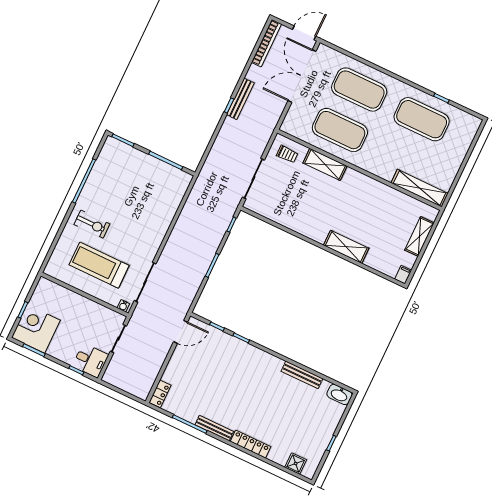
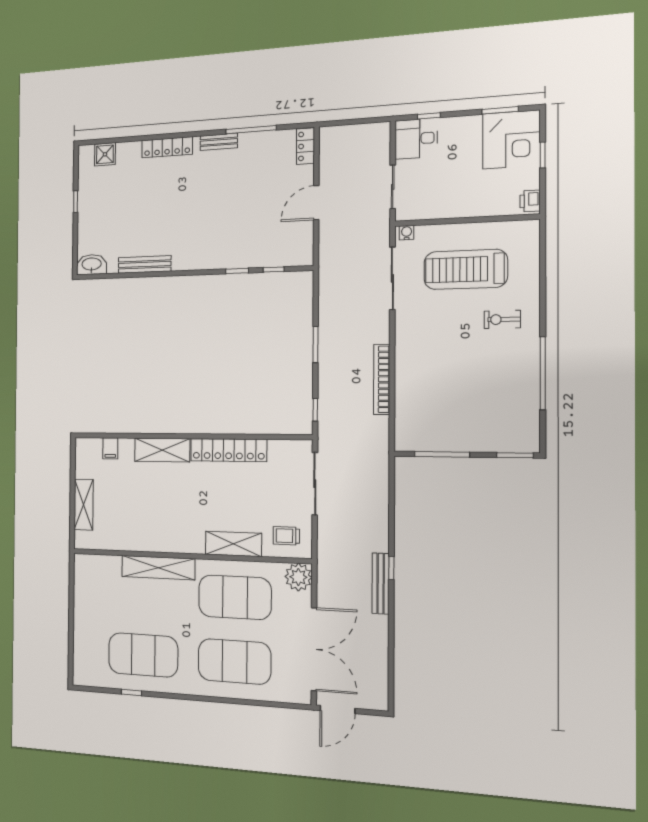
bookcase: (266, 43) -> (382, 379), moved
plant: (291, 125) -> (298, 577), added
shelving: (420, 188) -> (158, 568), moved
exercise bike: (92, 224) -> (502, 319), width x0.73, depth x0.72
locker: (300, 226) -> (229, 450), added
treadmill: (99, 265) -> (465, 269), turned 180
filing cabinet: (403, 275) -> (110, 448), moved
printer: (43, 286) -> (530, 201), added
door: (181, 332) -> (316, 203), moved
bench: (214, 428) -> (219, 142), width x0.73

